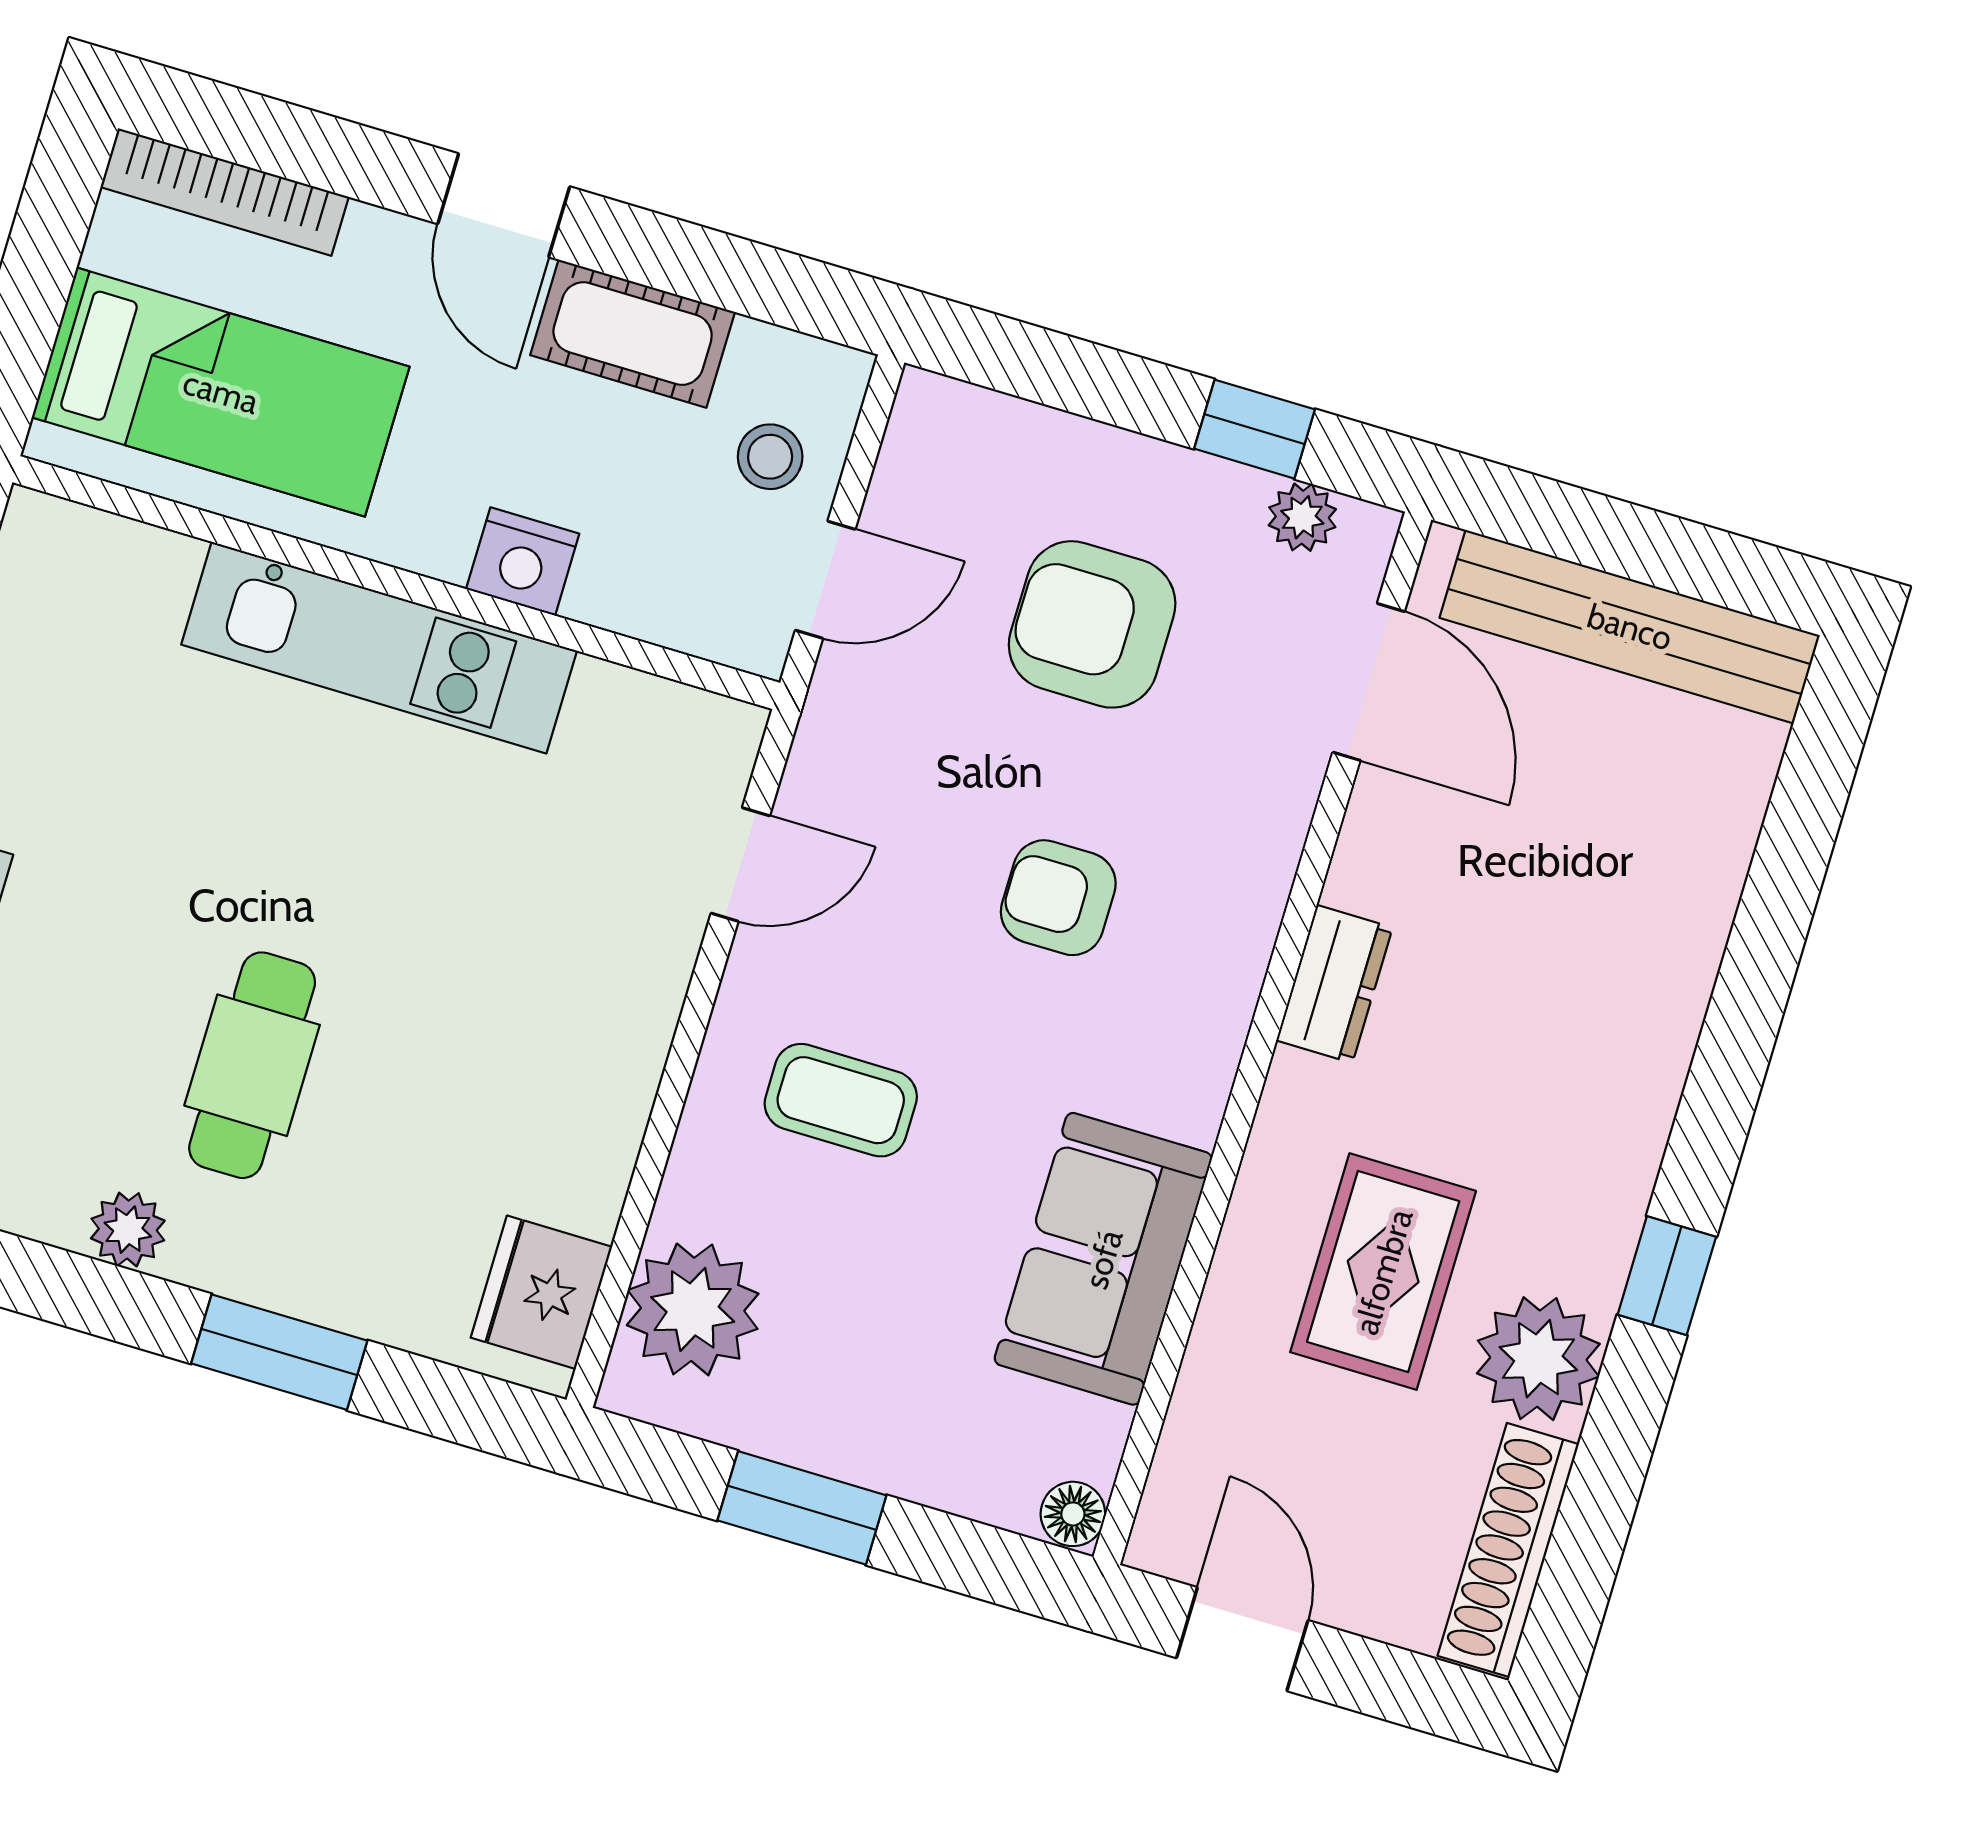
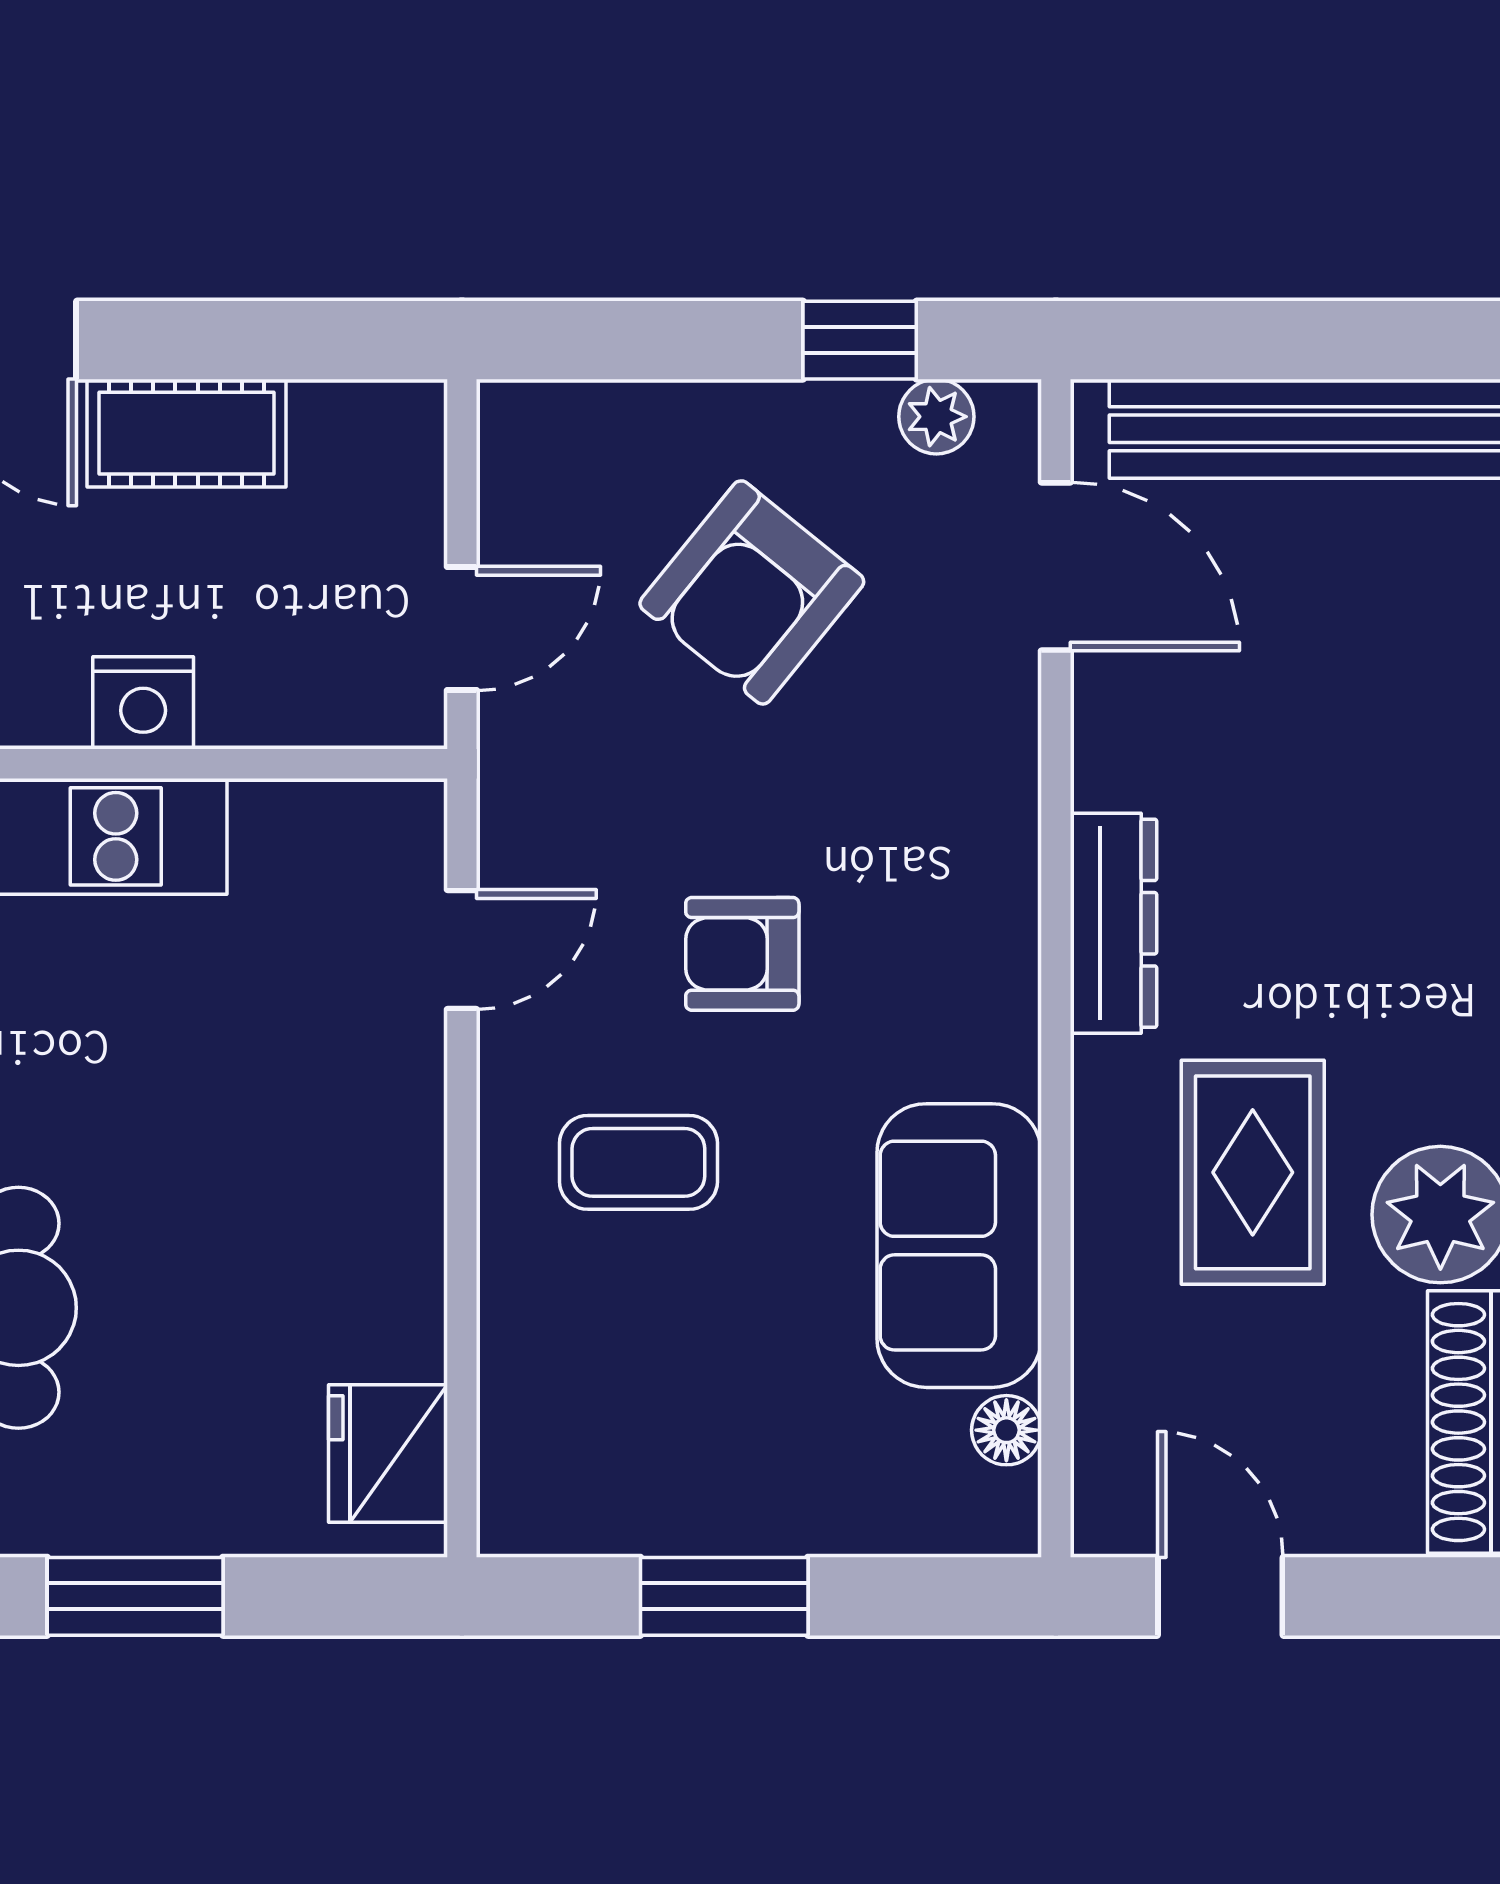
stool: (770, 457) -> (367, 518), removed
armchair: (1092, 624) -> (752, 592), turned -51
armchair: (1058, 898) -> (742, 954), moved
dresser: (1334, 984) -> (1114, 923), width x1.44
plant: (693, 1309) -> (550, 1425), removed
floor lamp: (1073, 1514) -> (1006, 1430), moved

